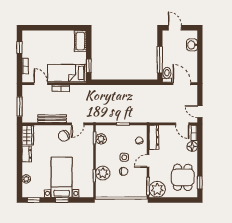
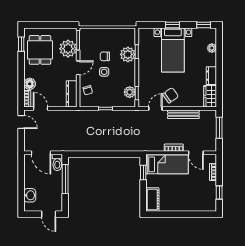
plant: (157, 189) -> (68, 49), moved

